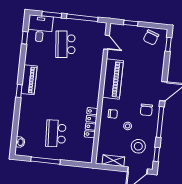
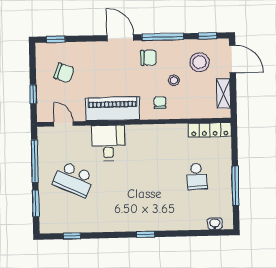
desk: (40, 29) -> (108, 143), moved, turned 90
chair: (151, 38) -> (64, 73), moved
door: (107, 42) -> (64, 124), hinge flipped
school desk: (65, 44) -> (74, 179), turned 30
piano: (29, 80) -> (128, 223), removed
locker: (91, 123) -> (210, 130), moved
school desk: (56, 133) -> (197, 177), width x0.54

